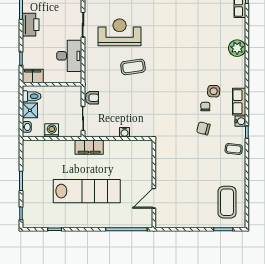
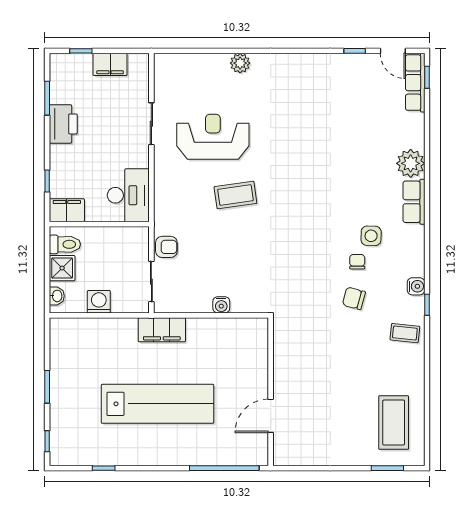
desk: (69, 56) -> (128, 195), moved
row of seats: (239, 102) -> (414, 202), moved

